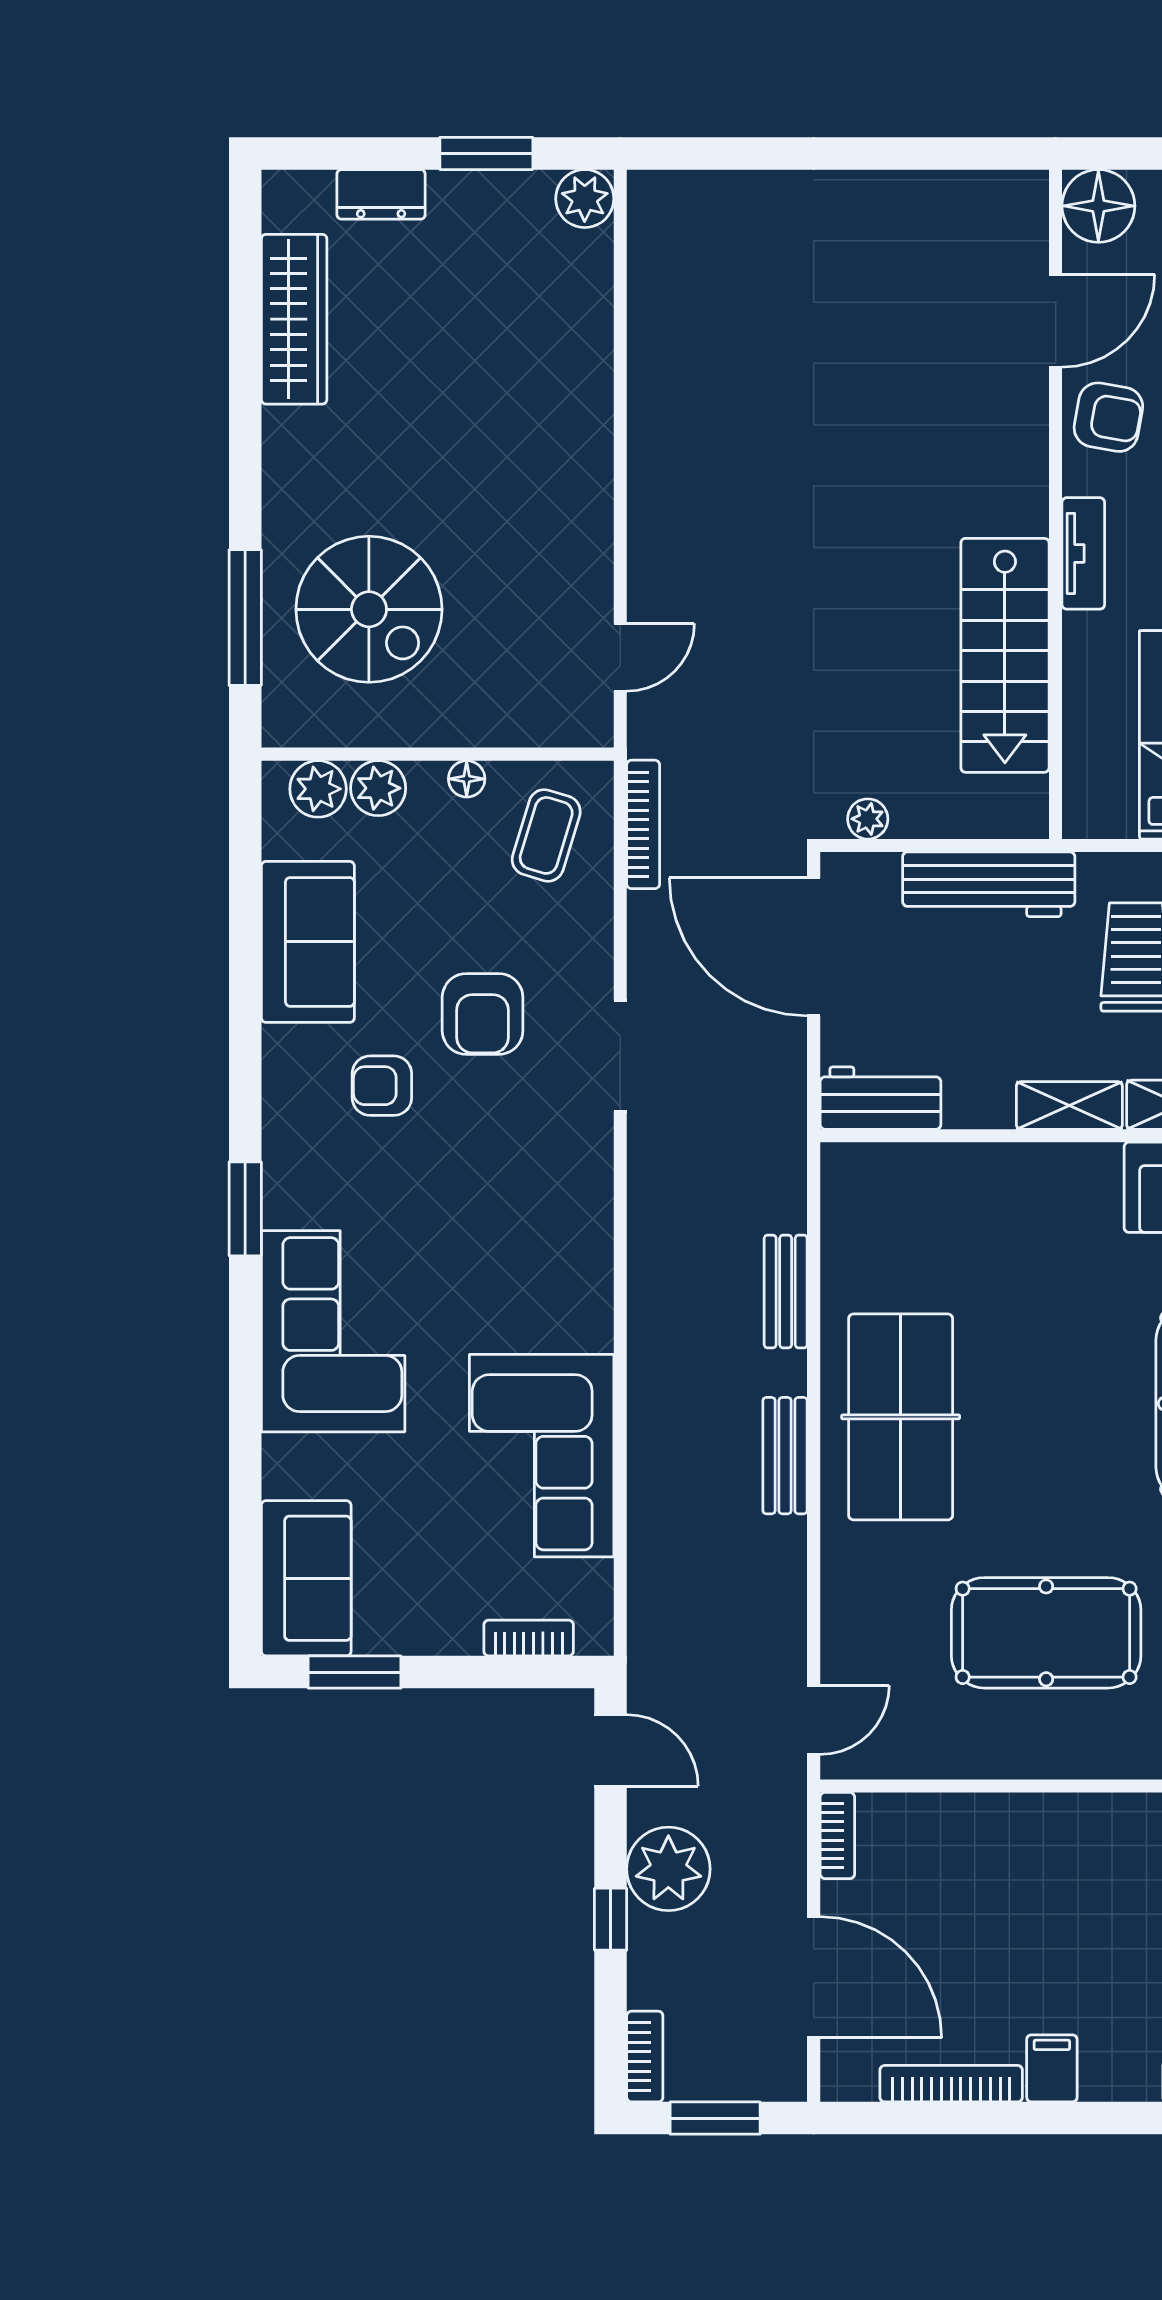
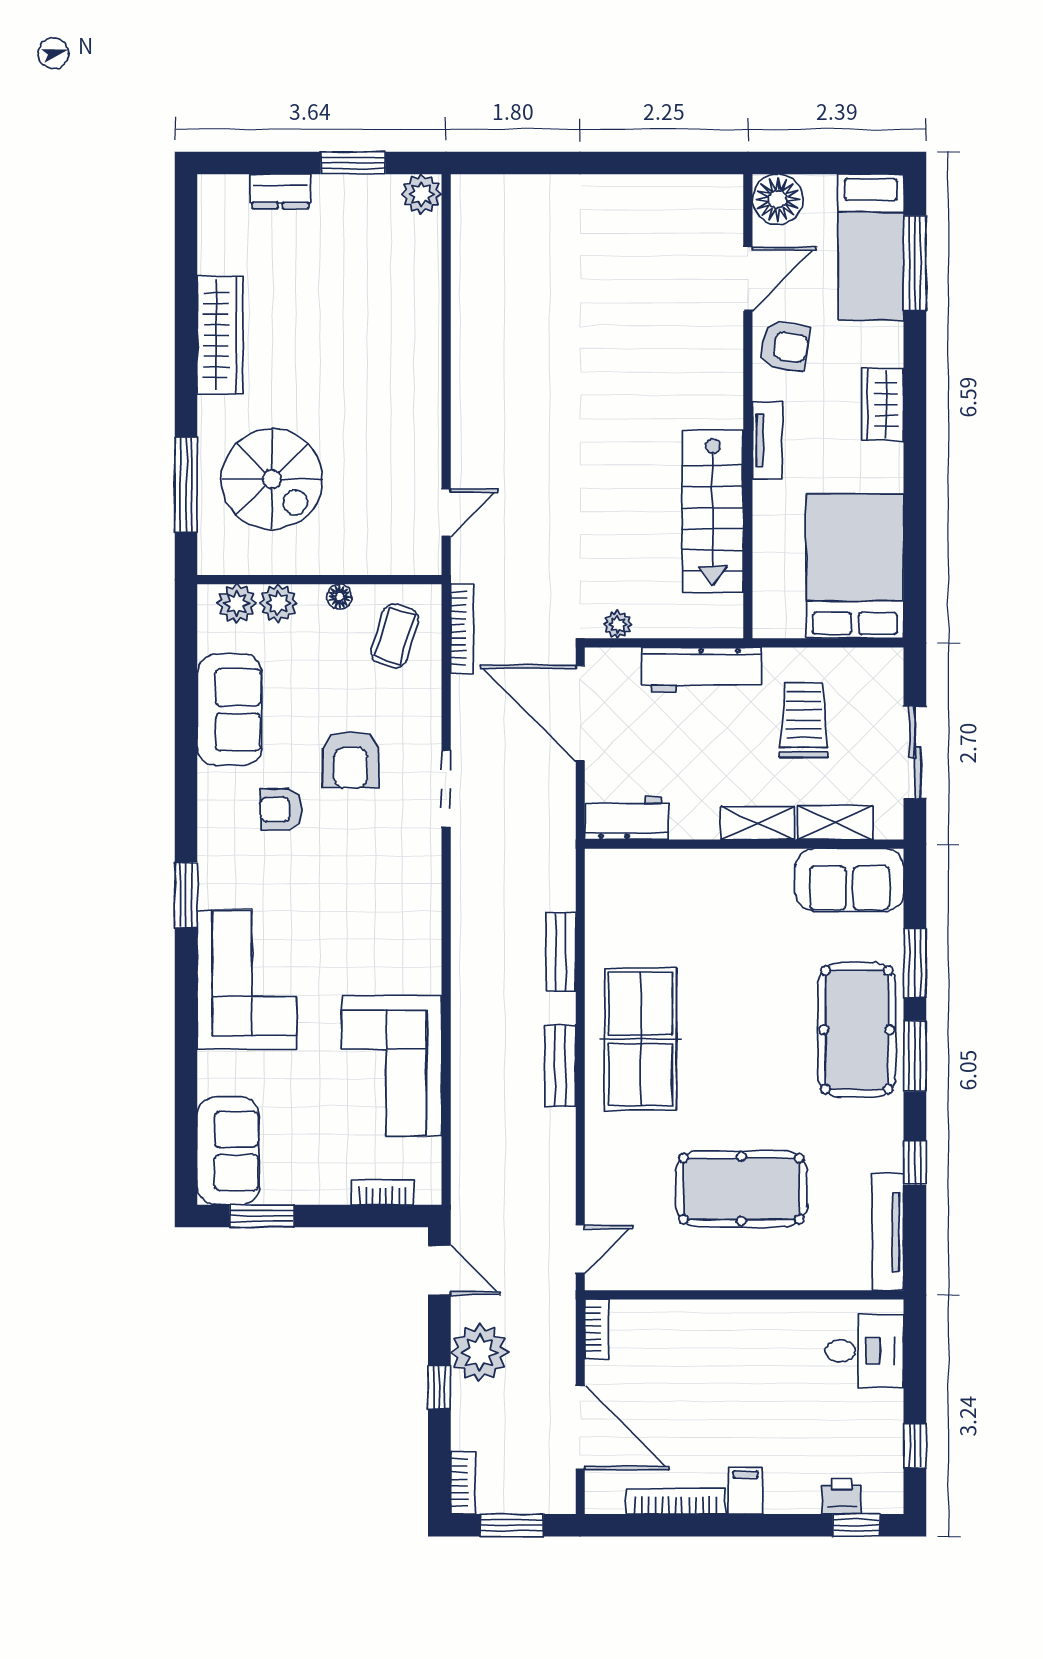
wardrobe: (294, 319) -> (220, 335), moved

